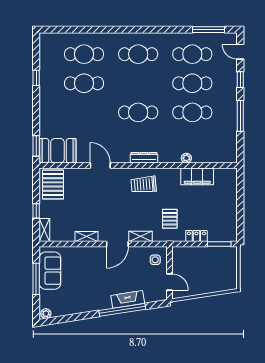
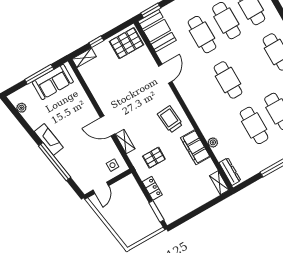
cafe table: (84, 112) -> (202, 35), added
dresser: (144, 158) -> (230, 172), moved
filing cabinet: (197, 176) -> (195, 147), moved
shelving: (87, 236) -> (219, 183), moved
fireplace: (128, 299) -> (49, 139), moved
plant: (46, 314) -> (21, 108), moved

